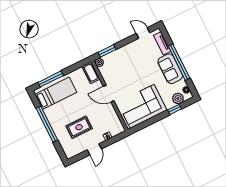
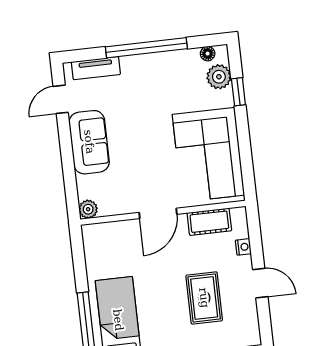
window: (107, 51) -> (70, 185), removed
sofa: (170, 69) -> (89, 142), moved, turned -90
cot: (91, 73) -> (209, 222), moved

